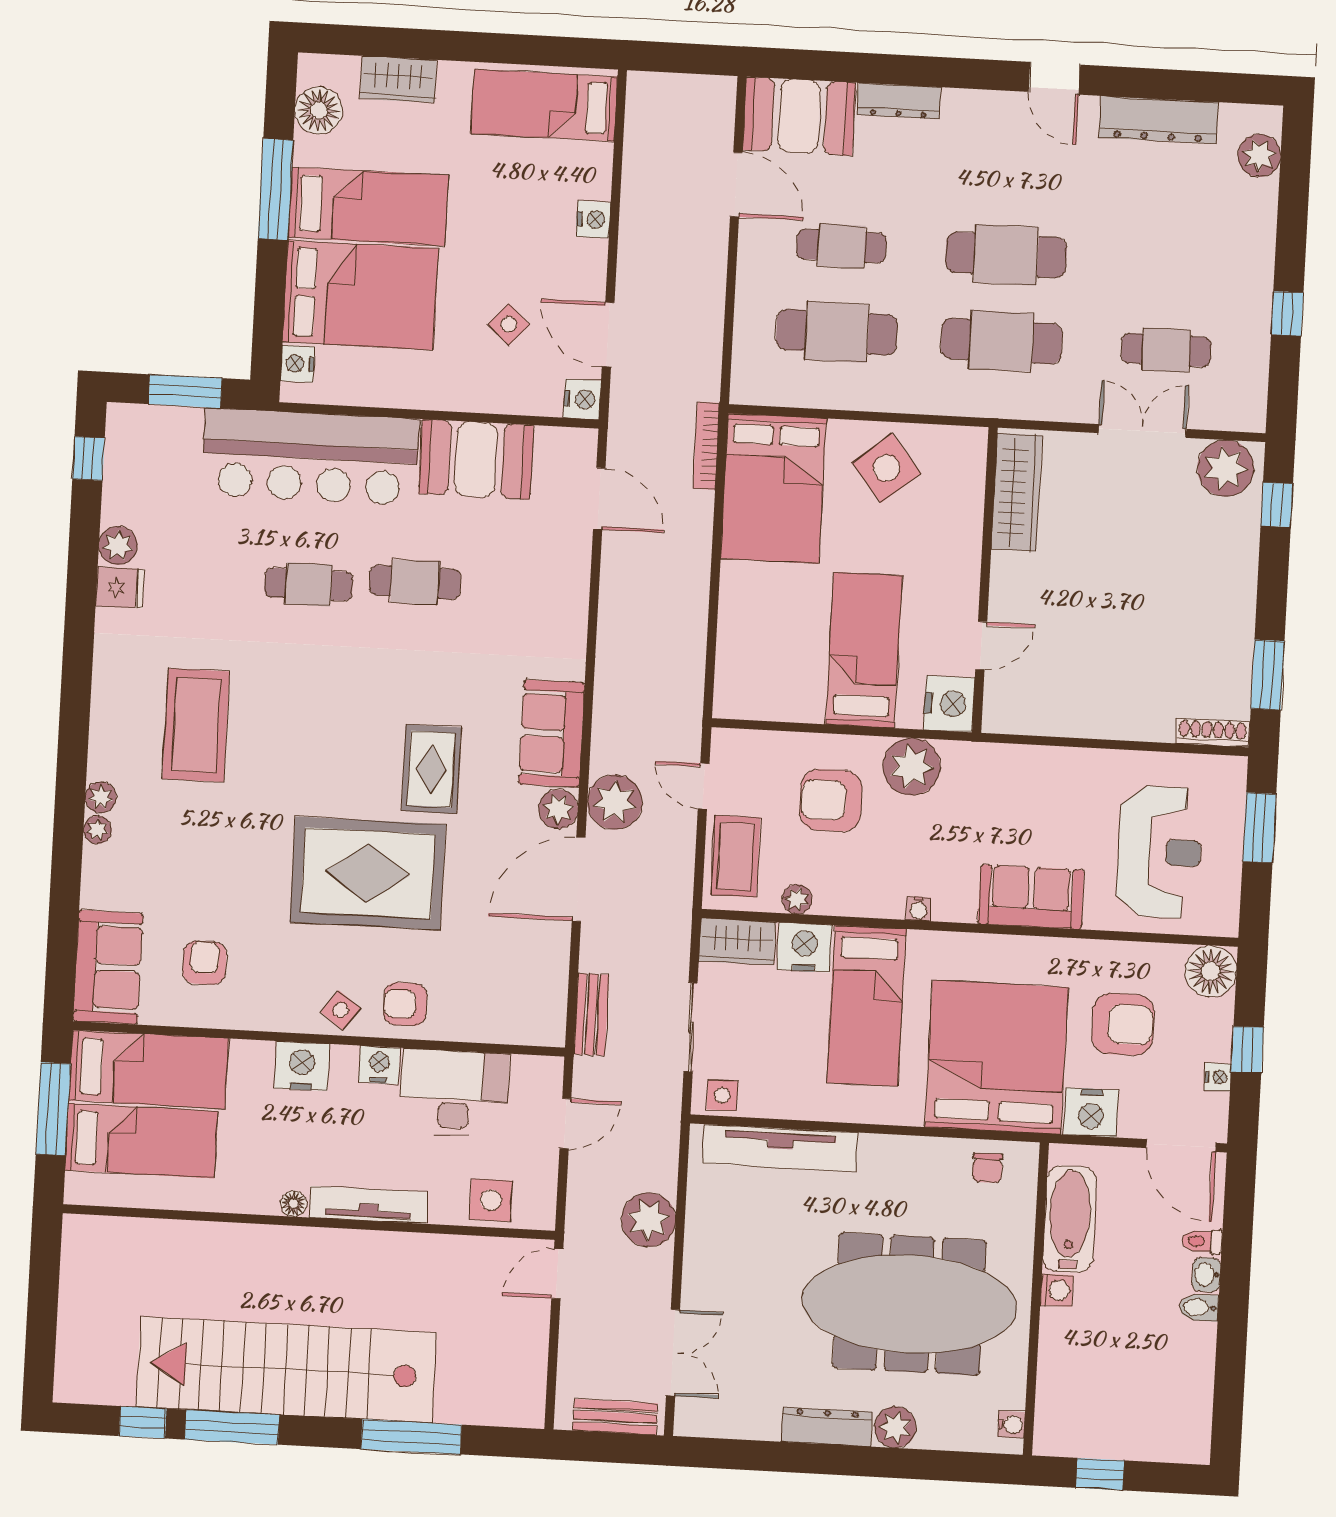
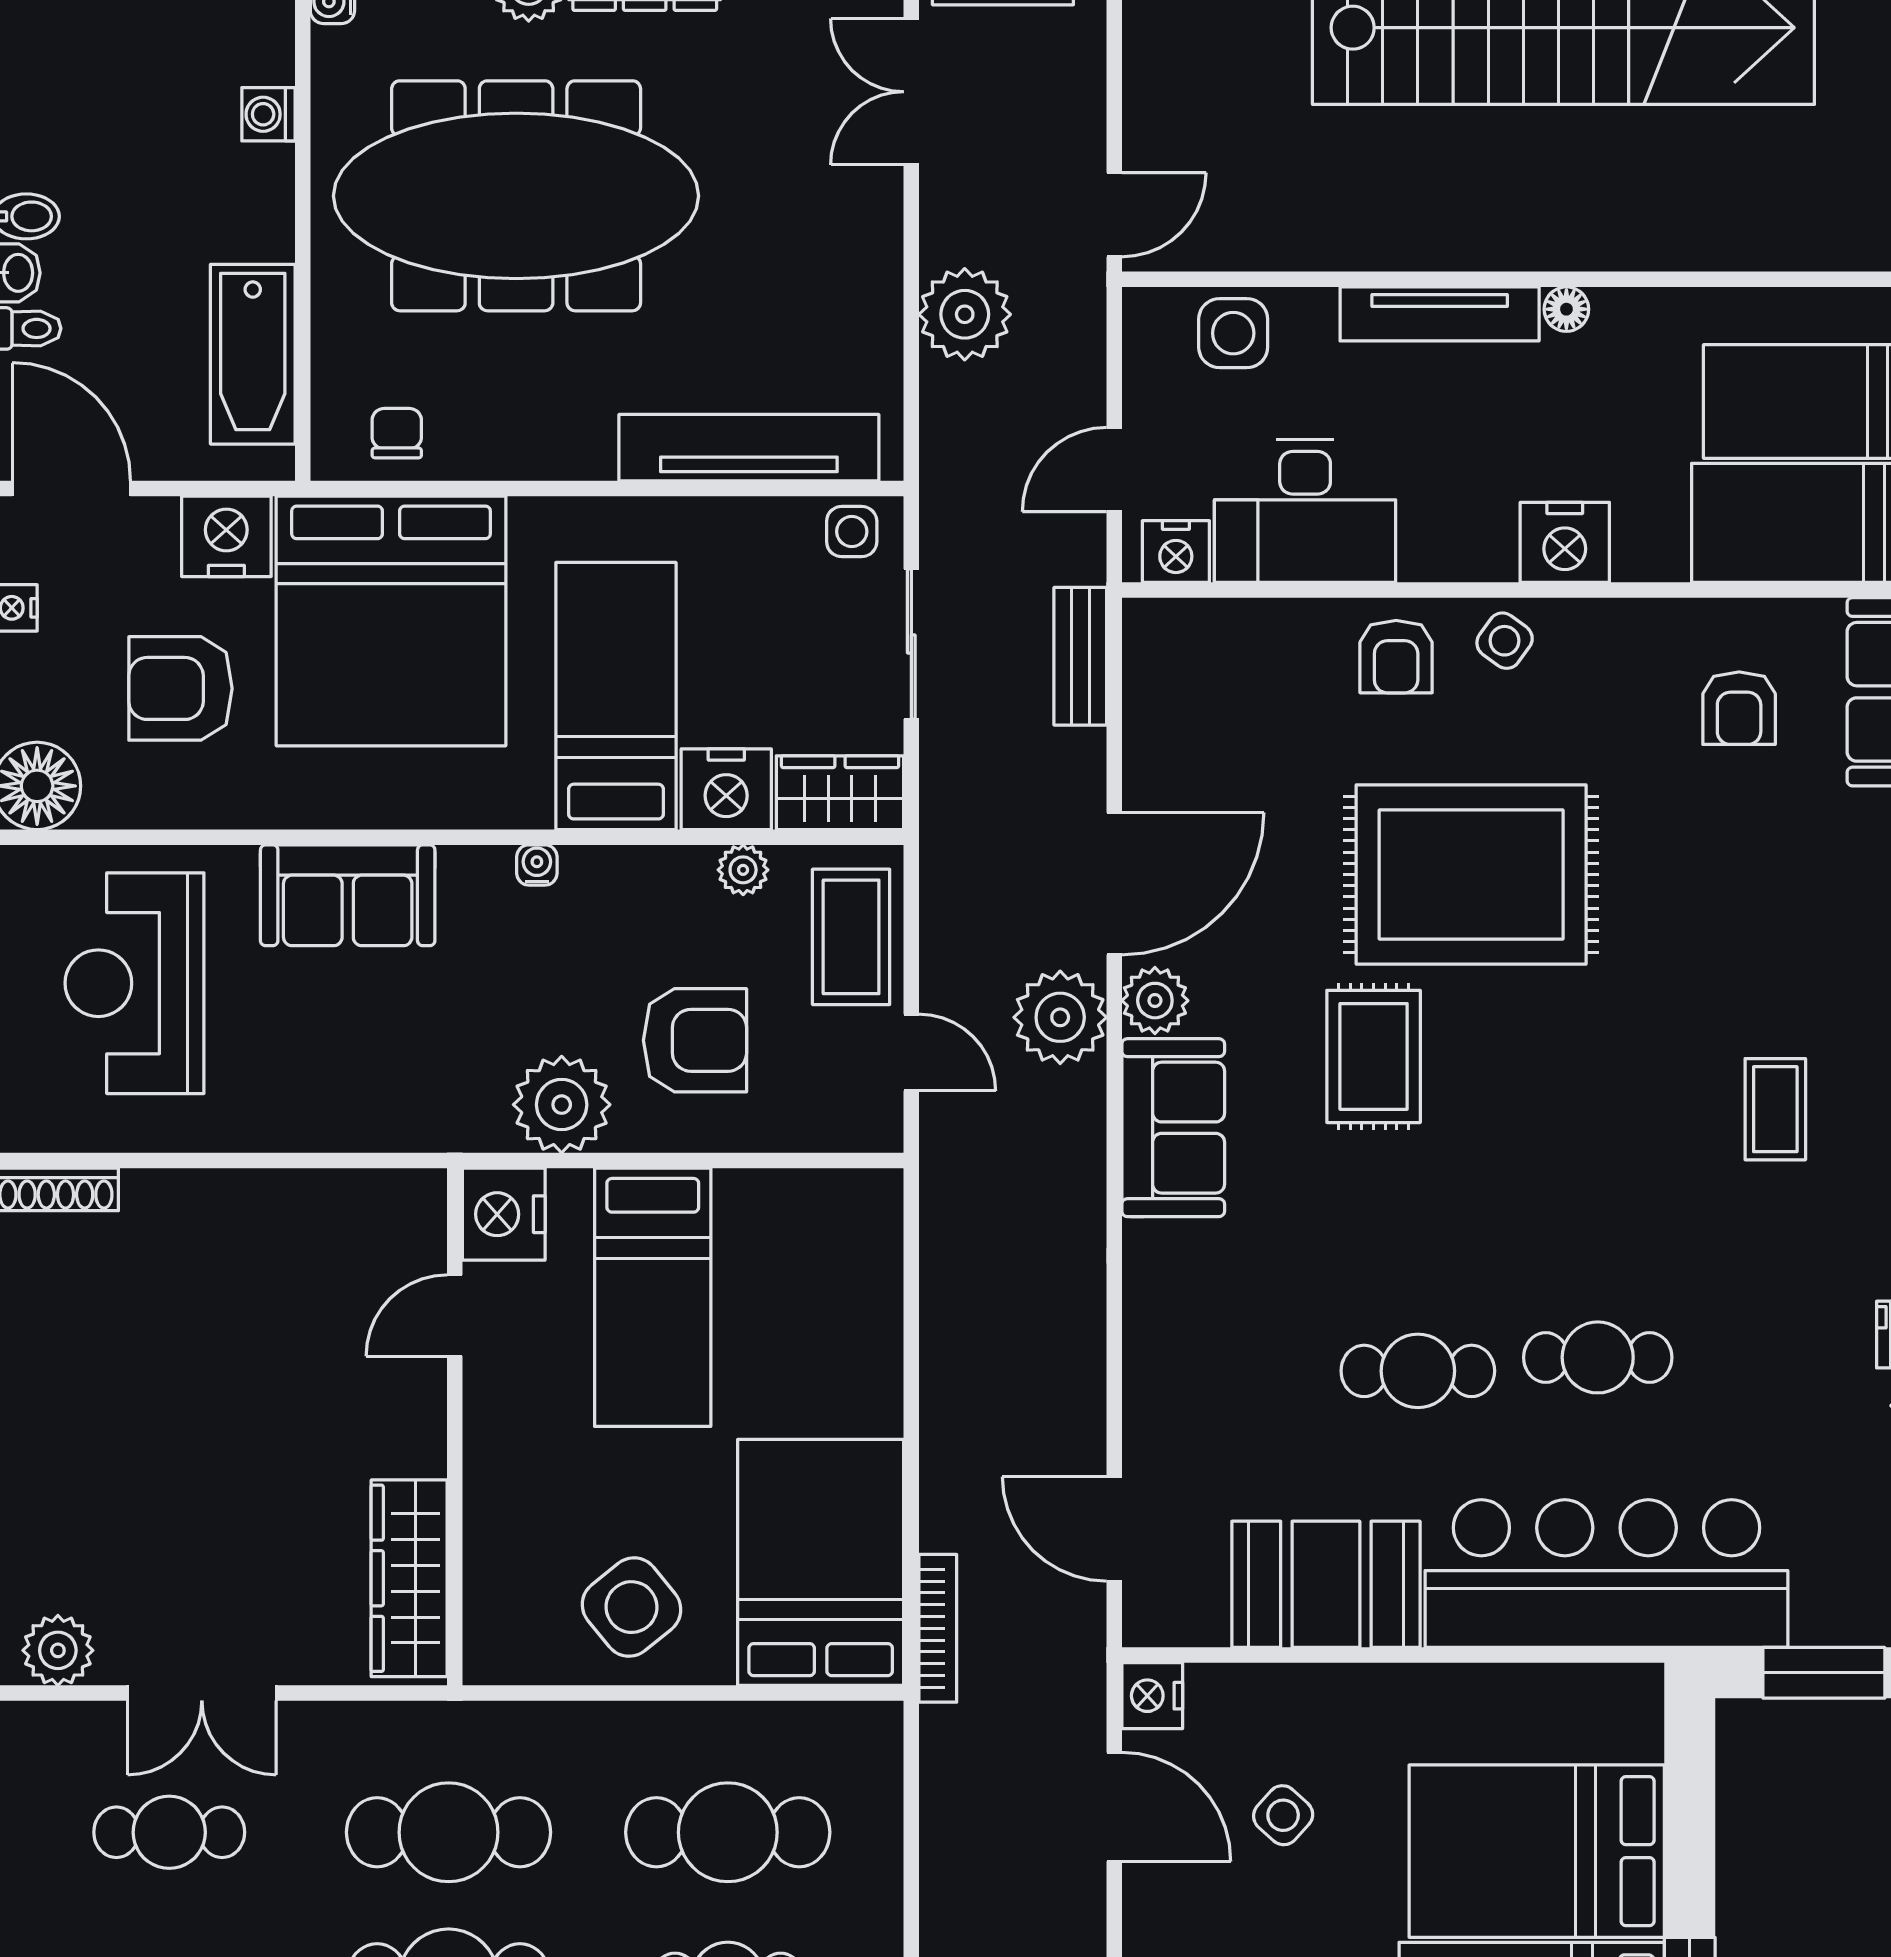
nightstand: (298, 364) -> (1636, 1729), removed
plant: (1226, 468) -> (58, 1650), width x0.73, depth x0.73
coffee table: (196, 725) -> (1775, 1109), width x0.54, depth x0.58
armchair: (405, 1004) -> (1396, 657), turned 90
nightstand: (379, 1065) -> (1176, 552), moved
washing machine: (1057, 1290) -> (268, 114), moved

